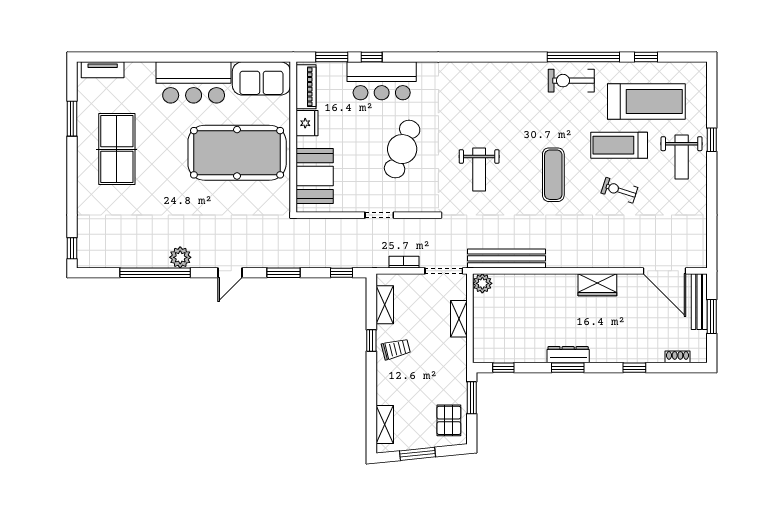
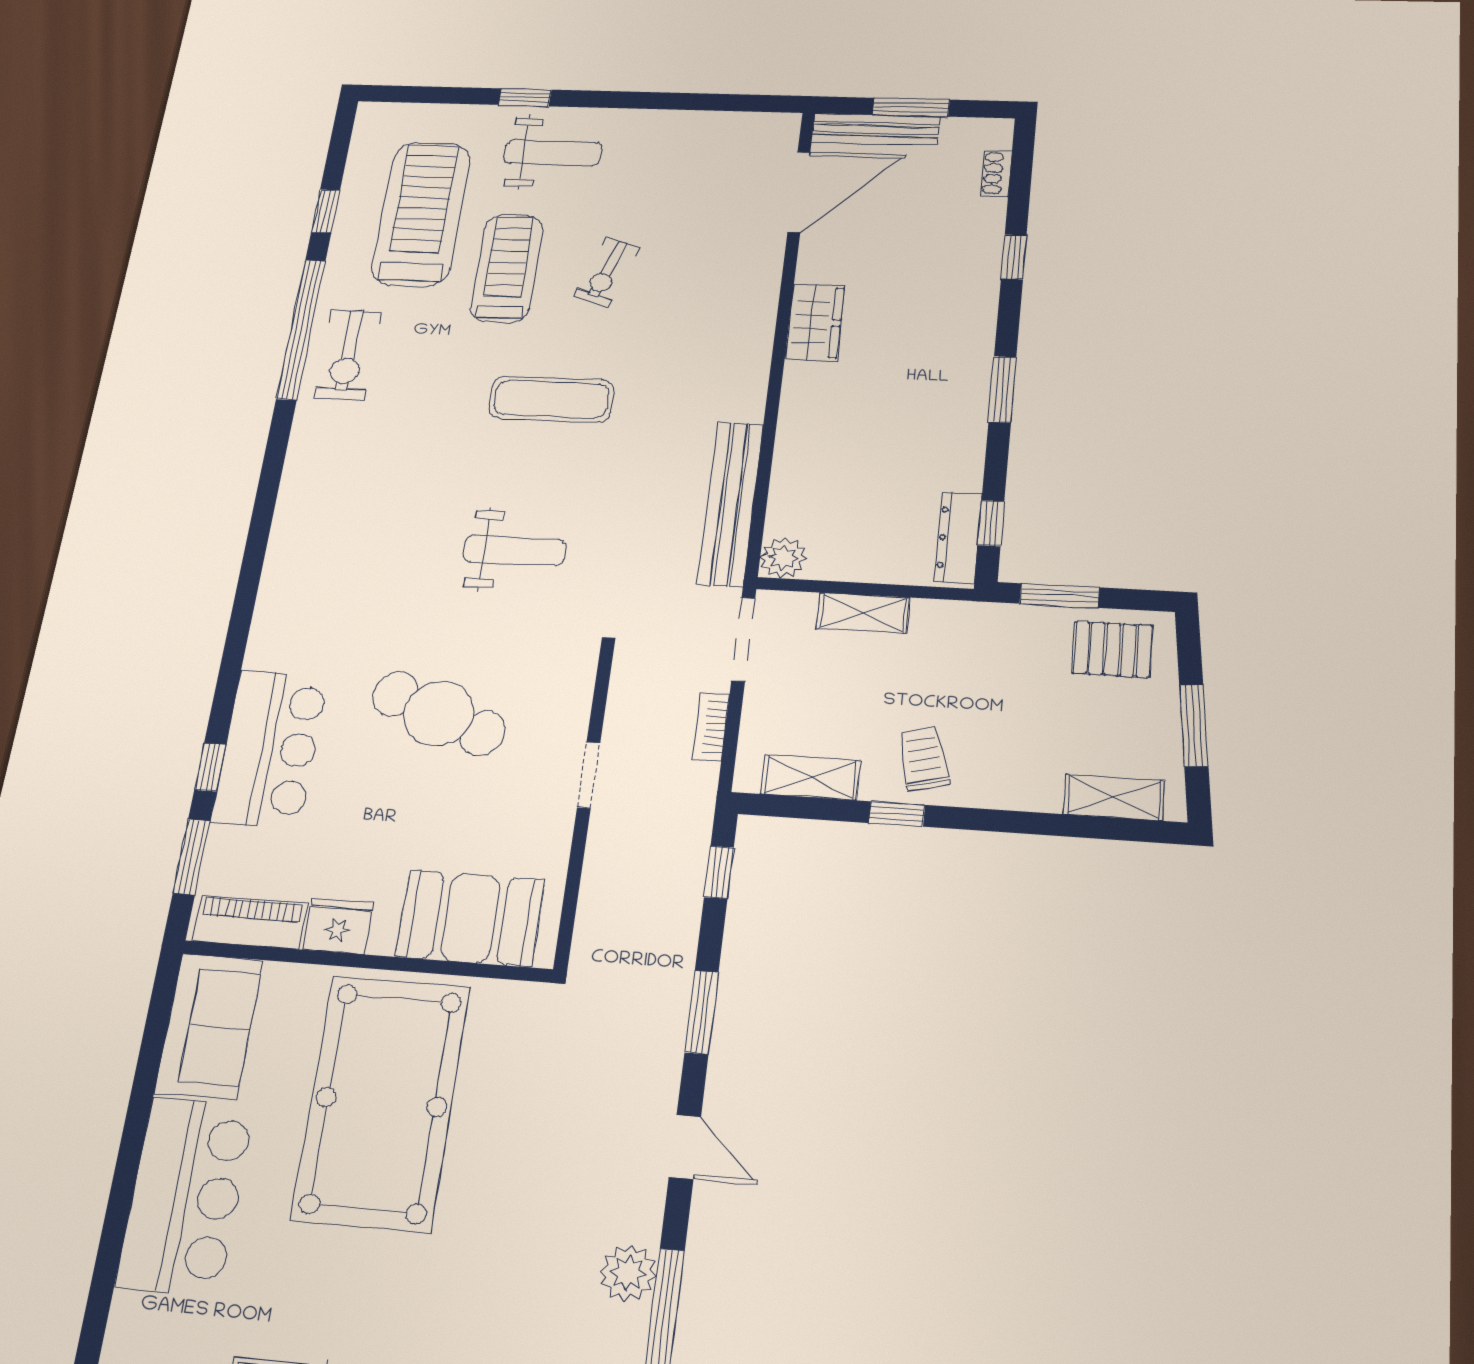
treadmill: (619, 145) -> (507, 268), turned 180
dresser: (568, 355) -> (958, 538), moved

